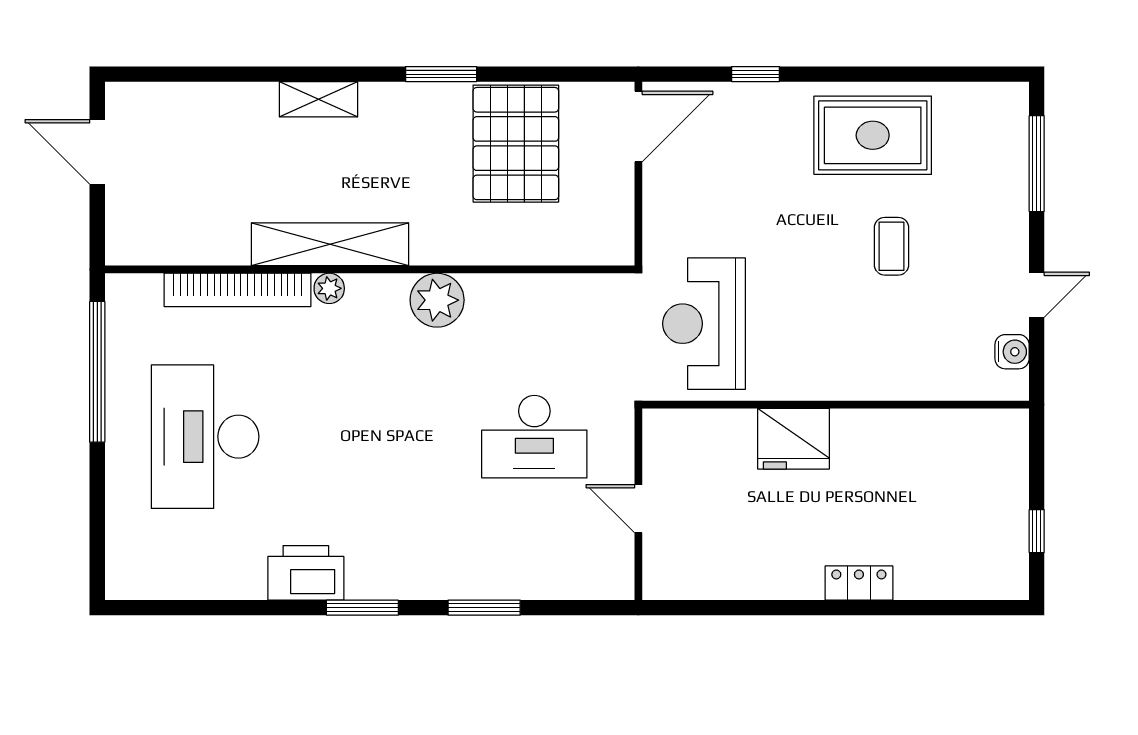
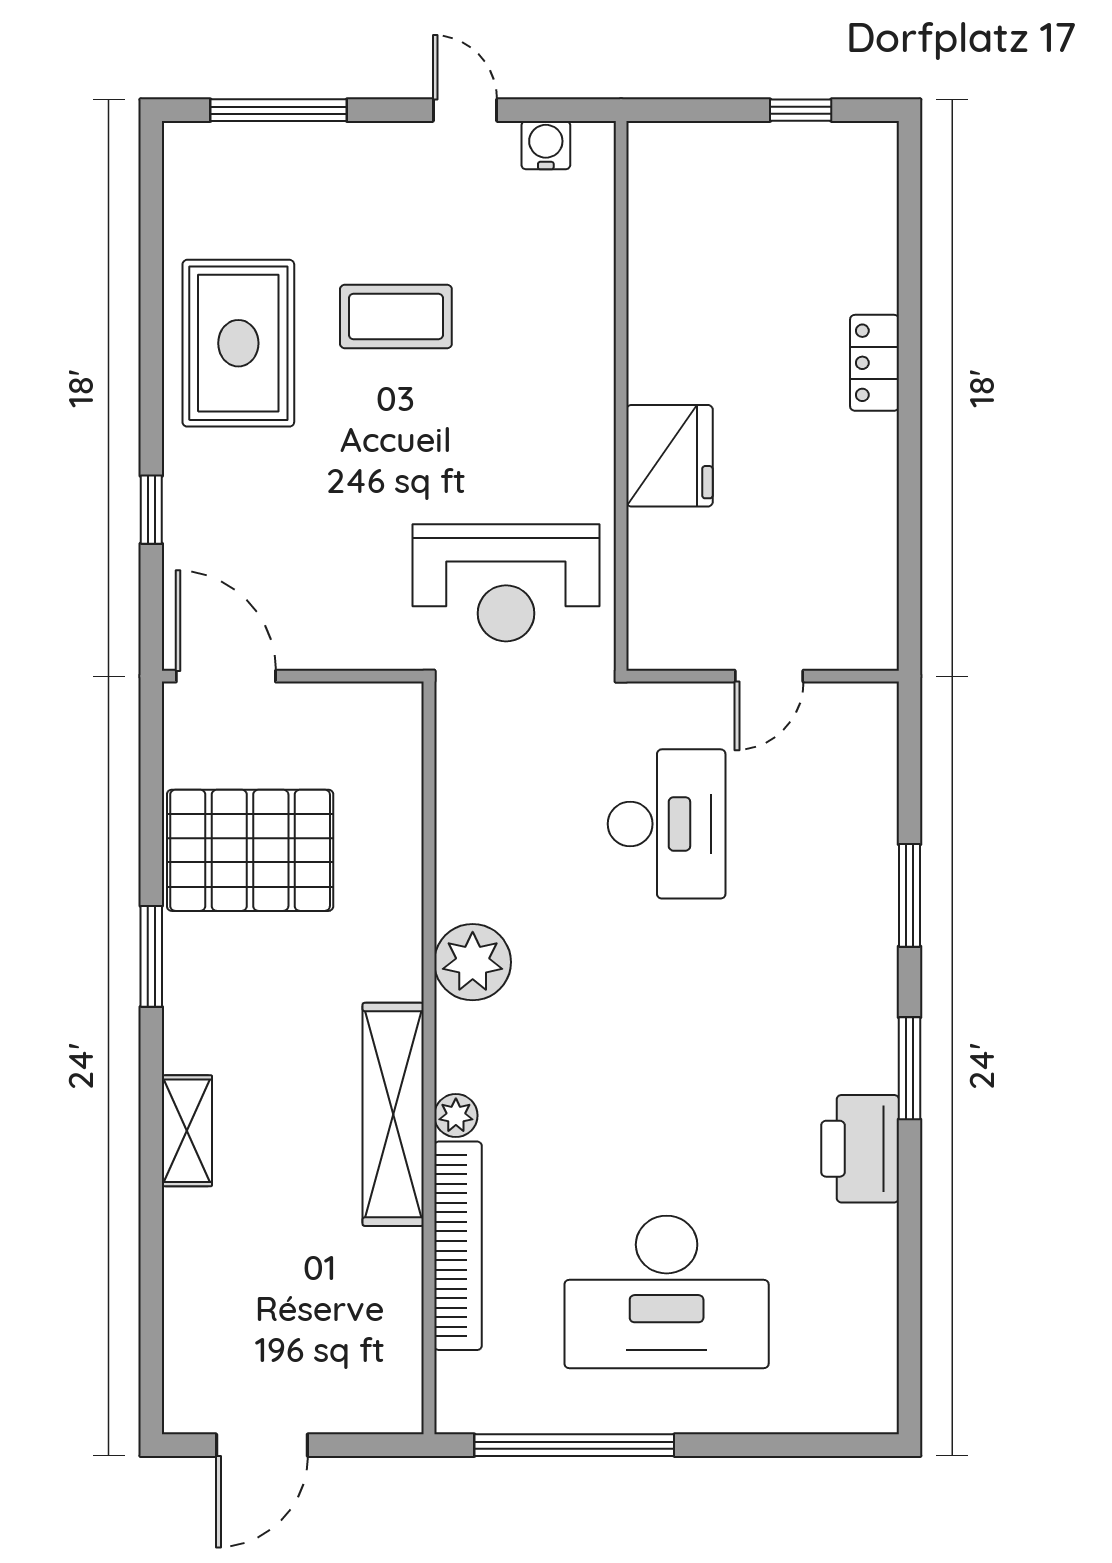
coffee table: (891, 246) -> (396, 316), width x1.36, depth x1.30

